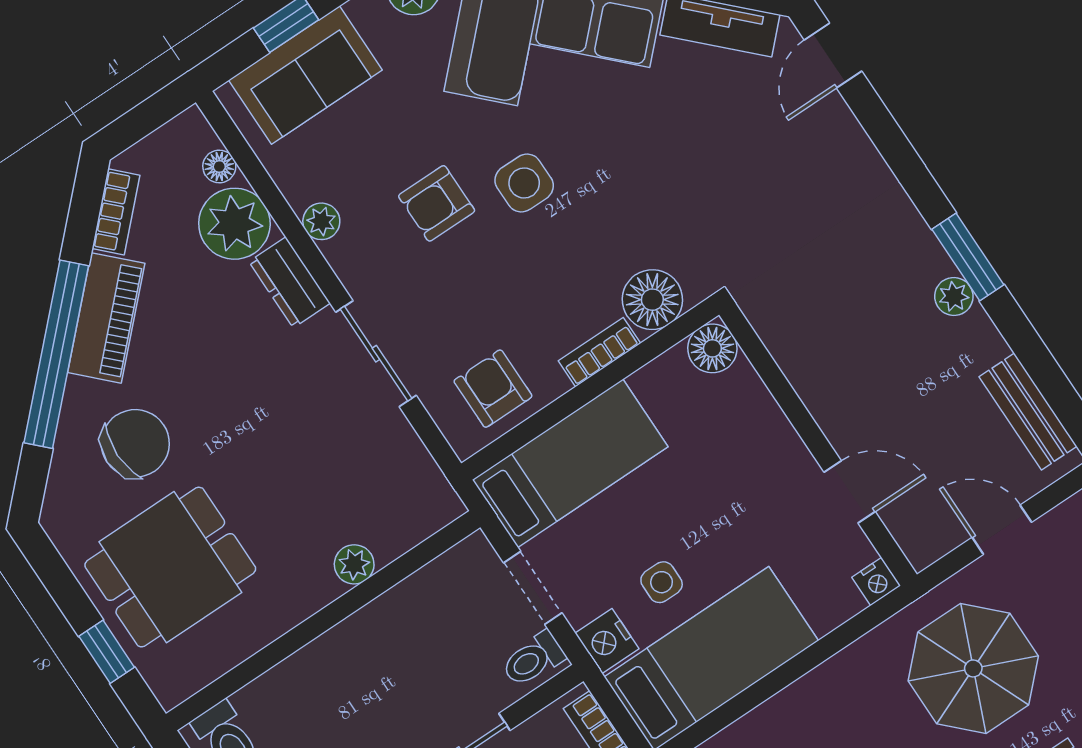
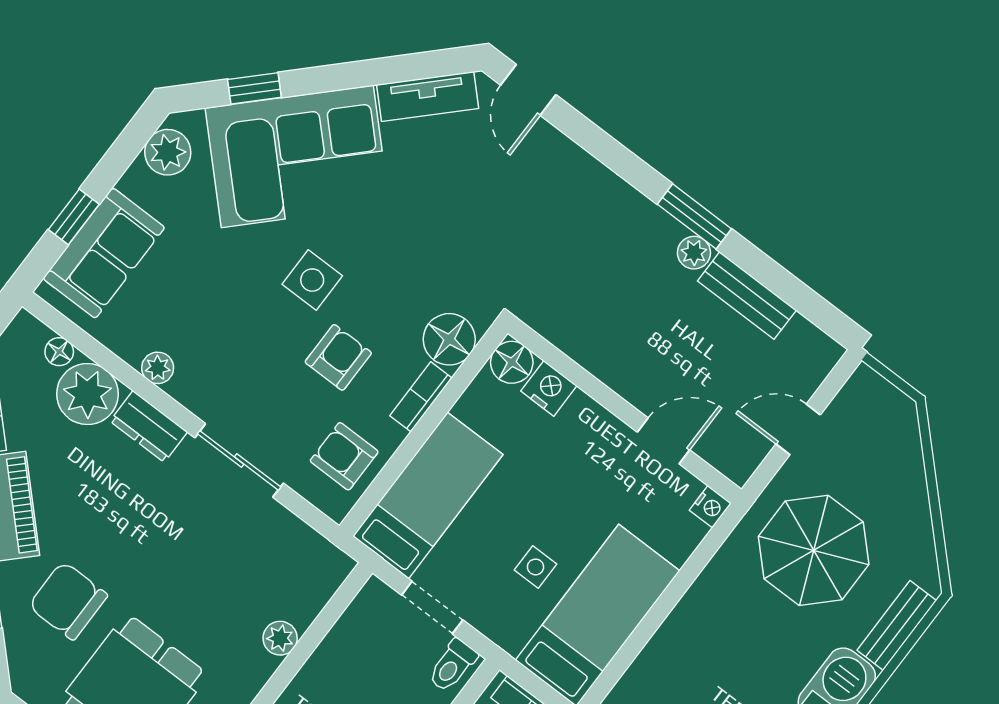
armchair: (437, 203) -> (338, 357), moved, turned 180
bench: (1028, 411) -> (747, 296), moved
chair: (135, 443) -> (68, 601), turned -90
nightstand: (607, 641) -> (549, 388), moved, turned 180

